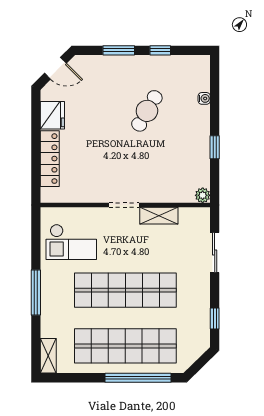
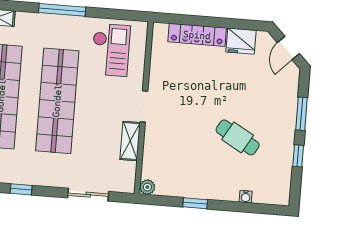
checkout: (71, 242) -> (111, 50), turned 180

